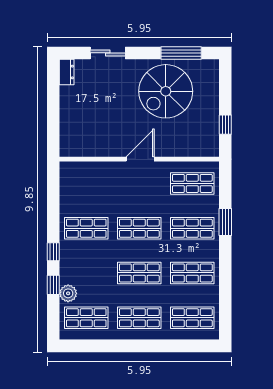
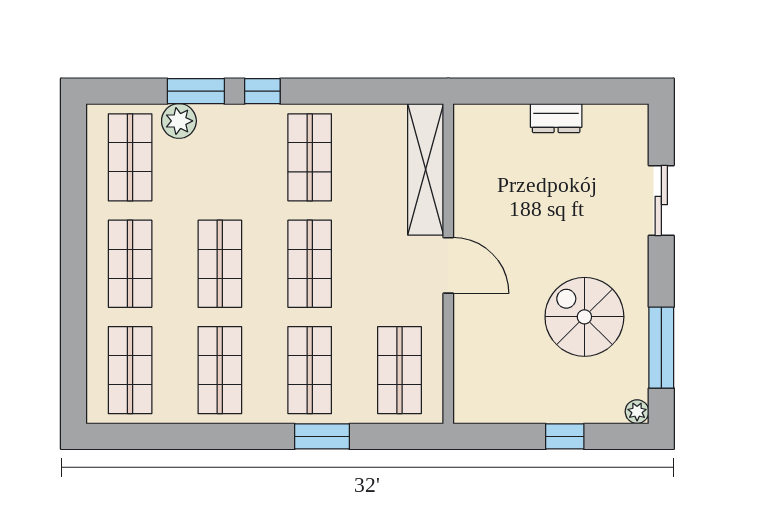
plant: (213, 65) -> (637, 412), added
dresser: (67, 72) -> (556, 118), moved
spiral stairs: (166, 91) -> (584, 317), width x0.73, depth x0.73
window: (225, 125) -> (565, 436), moved
shelving: (92, 170) -> (426, 169), added
window: (53, 285) -> (196, 91), width x1.50

